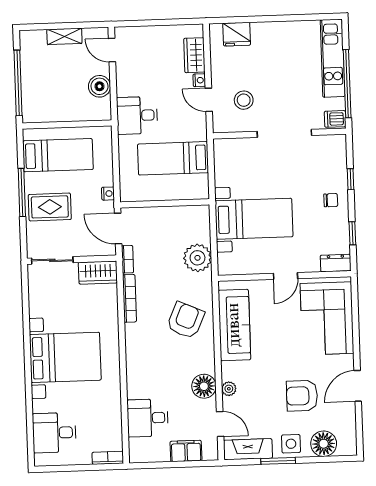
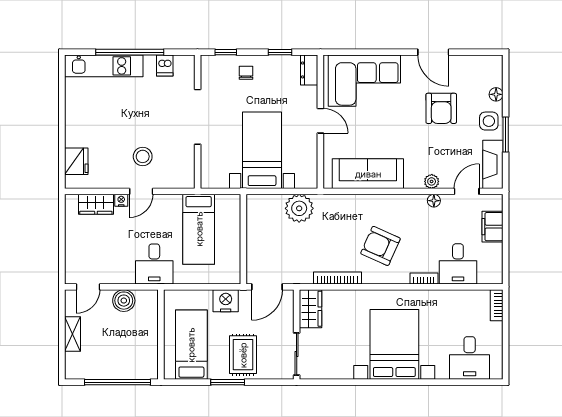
doorway: (284, 133) -> (198, 117), moved
wall: (279, 134) -> (198, 122), moved
window: (22, 193) -> (228, 382), width x0.69
nightstand: (108, 194) -> (226, 301), width x1.89, depth x1.79
bookcase: (128, 259) -> (424, 279), moved
armchair: (186, 320) -> (380, 246), moved
floor lamp: (204, 386) -> (434, 201), width x0.53, depth x0.53
floor lamp: (324, 444) -> (496, 94), width x0.53, depth x0.53

